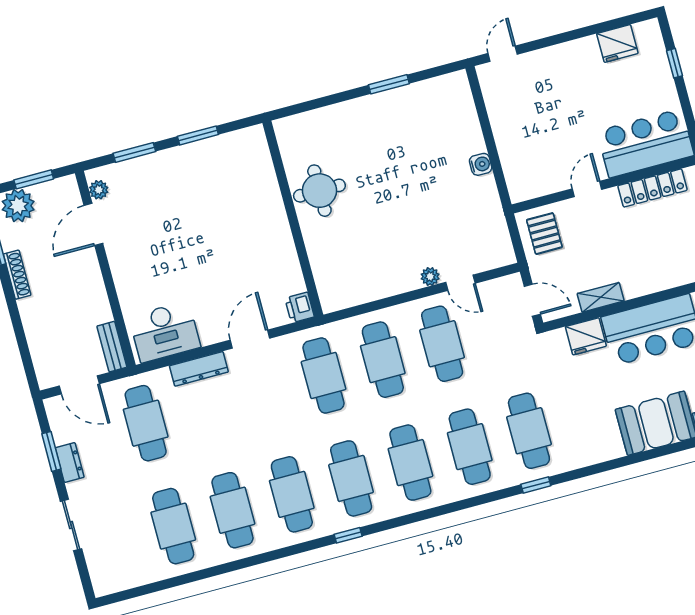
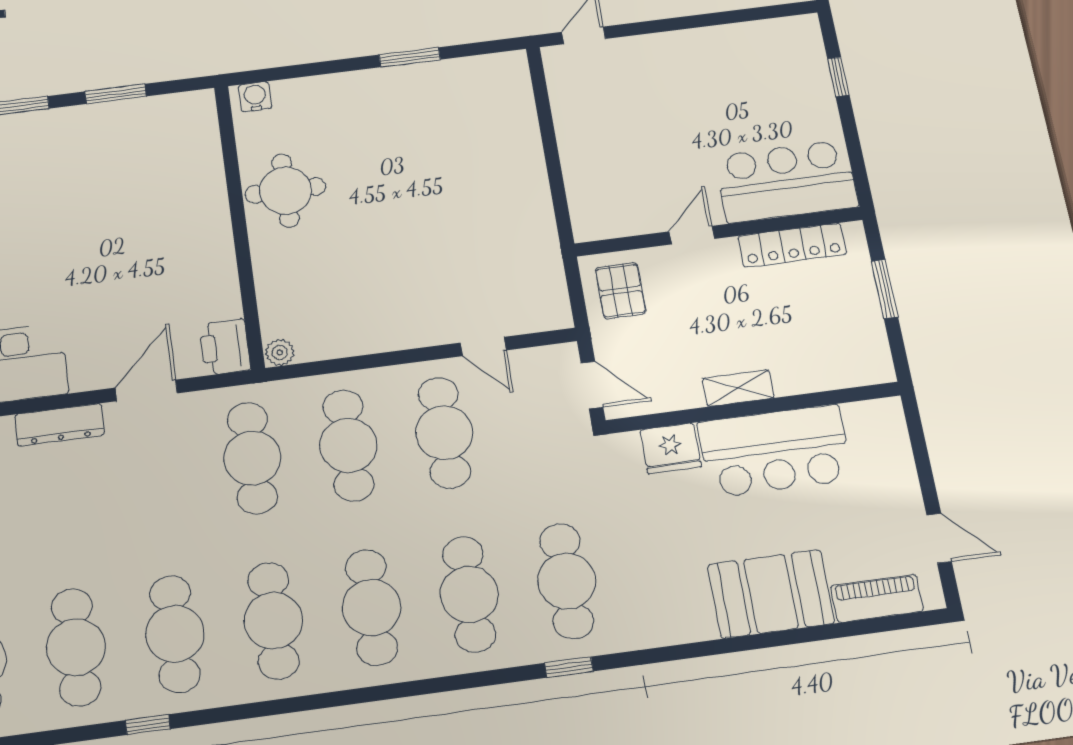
fridge: (617, 43) -> (755, 41), removed
water cooler: (481, 164) -> (255, 97), moved, turned -90
plant: (430, 277) -> (280, 353), moved
shelving: (601, 297) -> (738, 388), moved
printer: (300, 308) -> (225, 347), width x1.36, depth x1.24
window: (348, 535) -> (148, 725), moved

